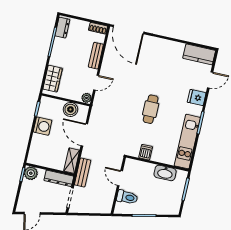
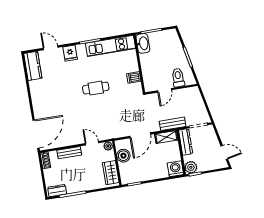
wardrobe: (53, 79) -> (111, 173), moved, turned -90
washing machine: (43, 126) -> (175, 169), moved
washbasin: (165, 173) -> (143, 43), moved

